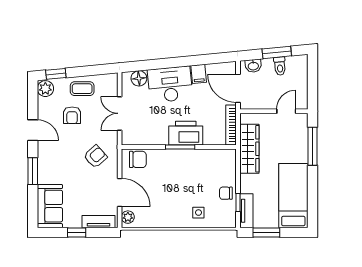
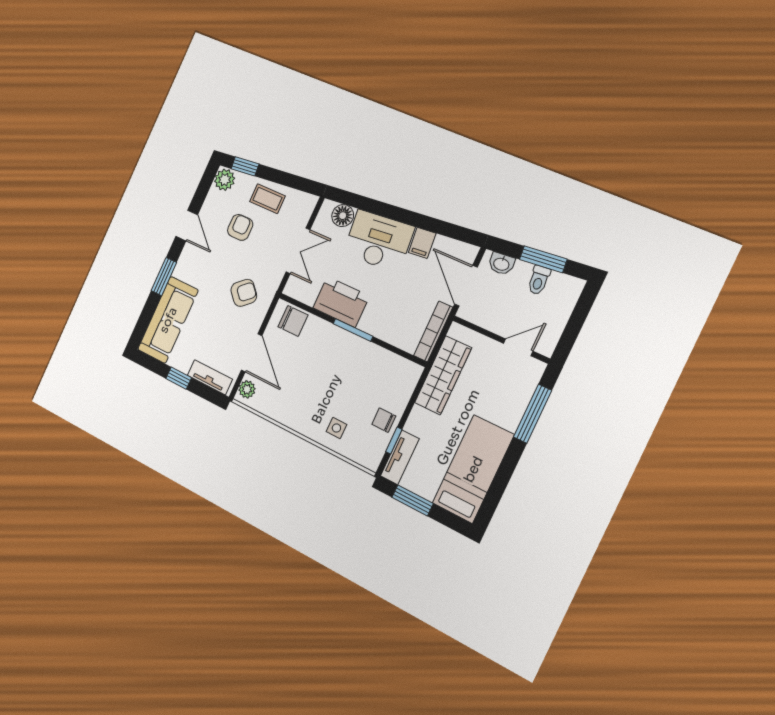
double door: (120, 113) -> (298, 251), swing flipped
armchair: (72, 115) -> (240, 227), turned 180
printer: (186, 133) -> (341, 302), moved
sofa: (50, 206) -> (168, 320), width x1.36

